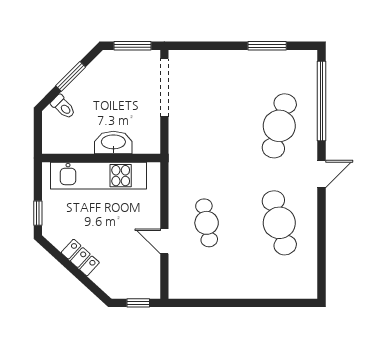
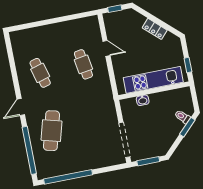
window: (267, 46) -> (68, 177), width x2.11
window: (71, 76) -> (187, 127), moved
washbasin: (113, 143) -> (143, 100), width x0.52, depth x0.69
window: (38, 213) -> (188, 65), moved
cafe table: (279, 223) -> (40, 73), width x0.73, depth x0.74

